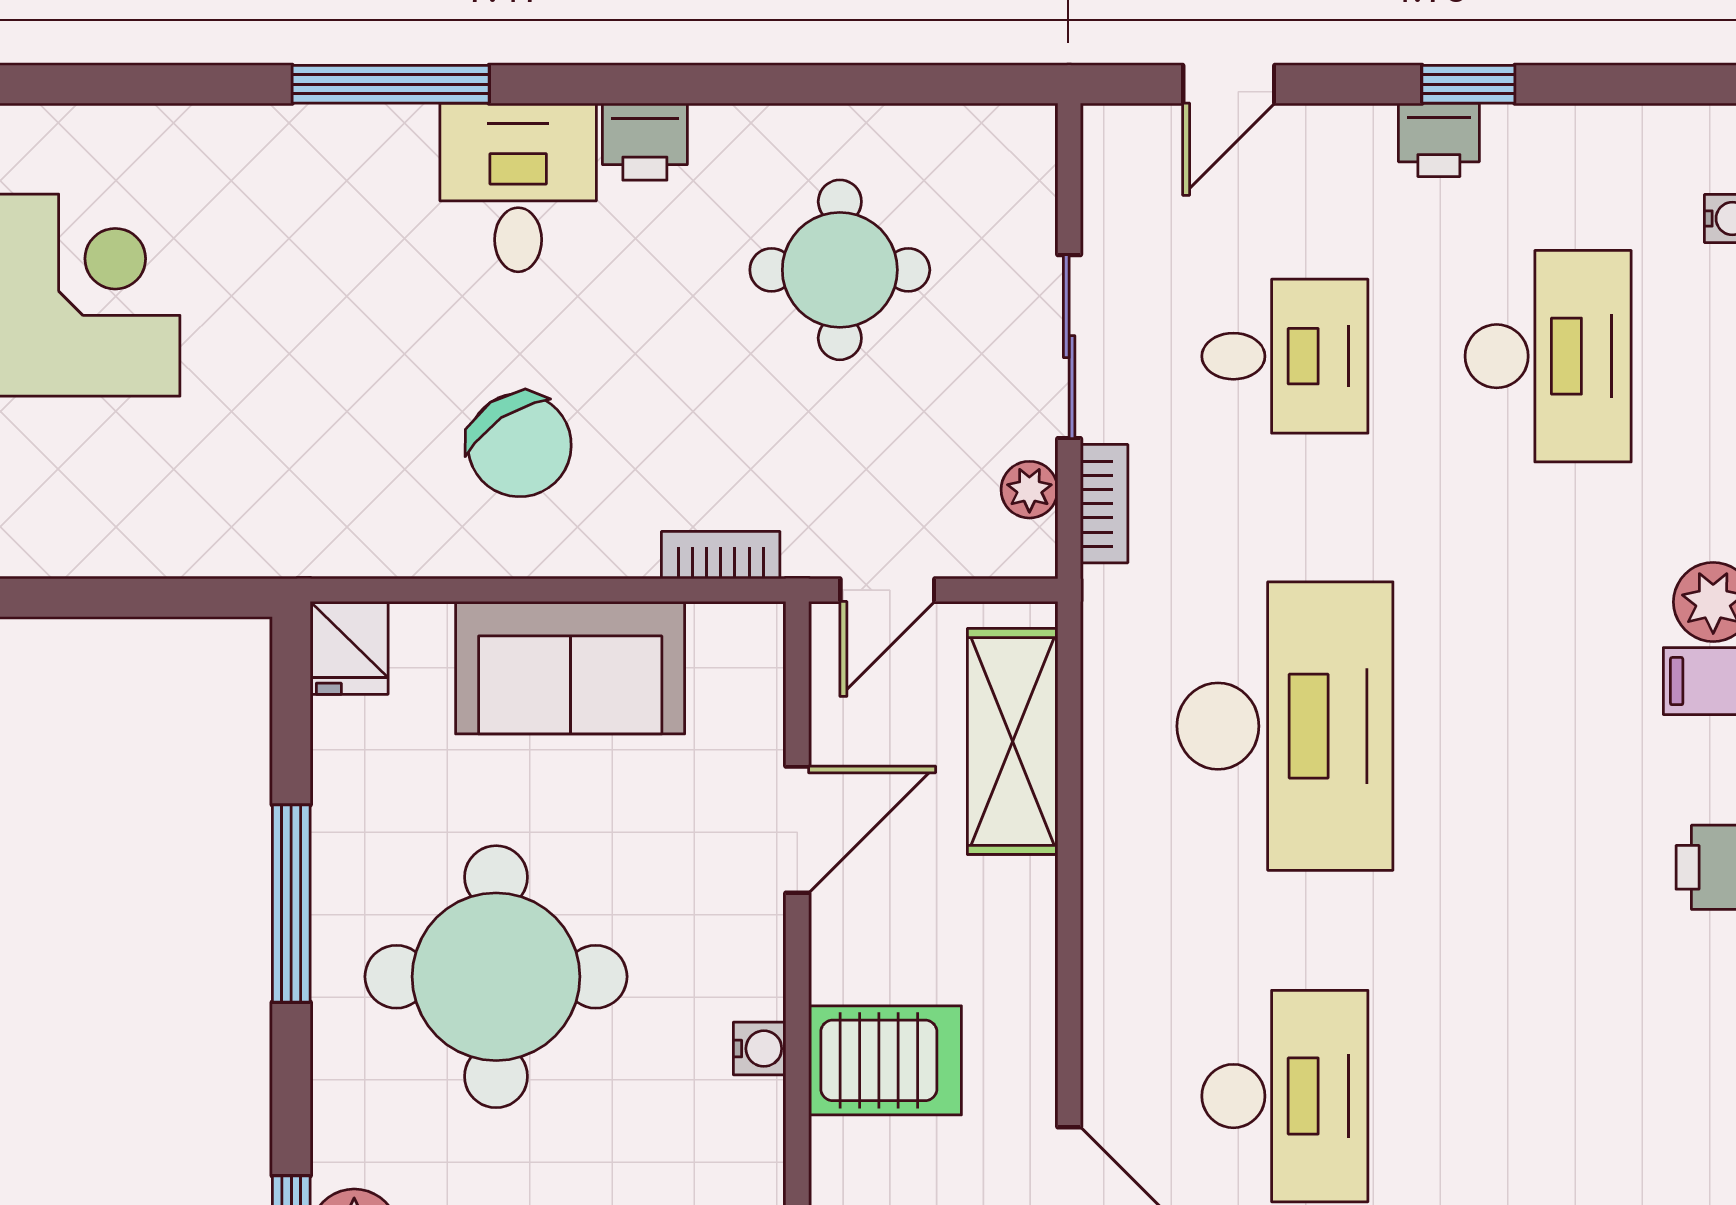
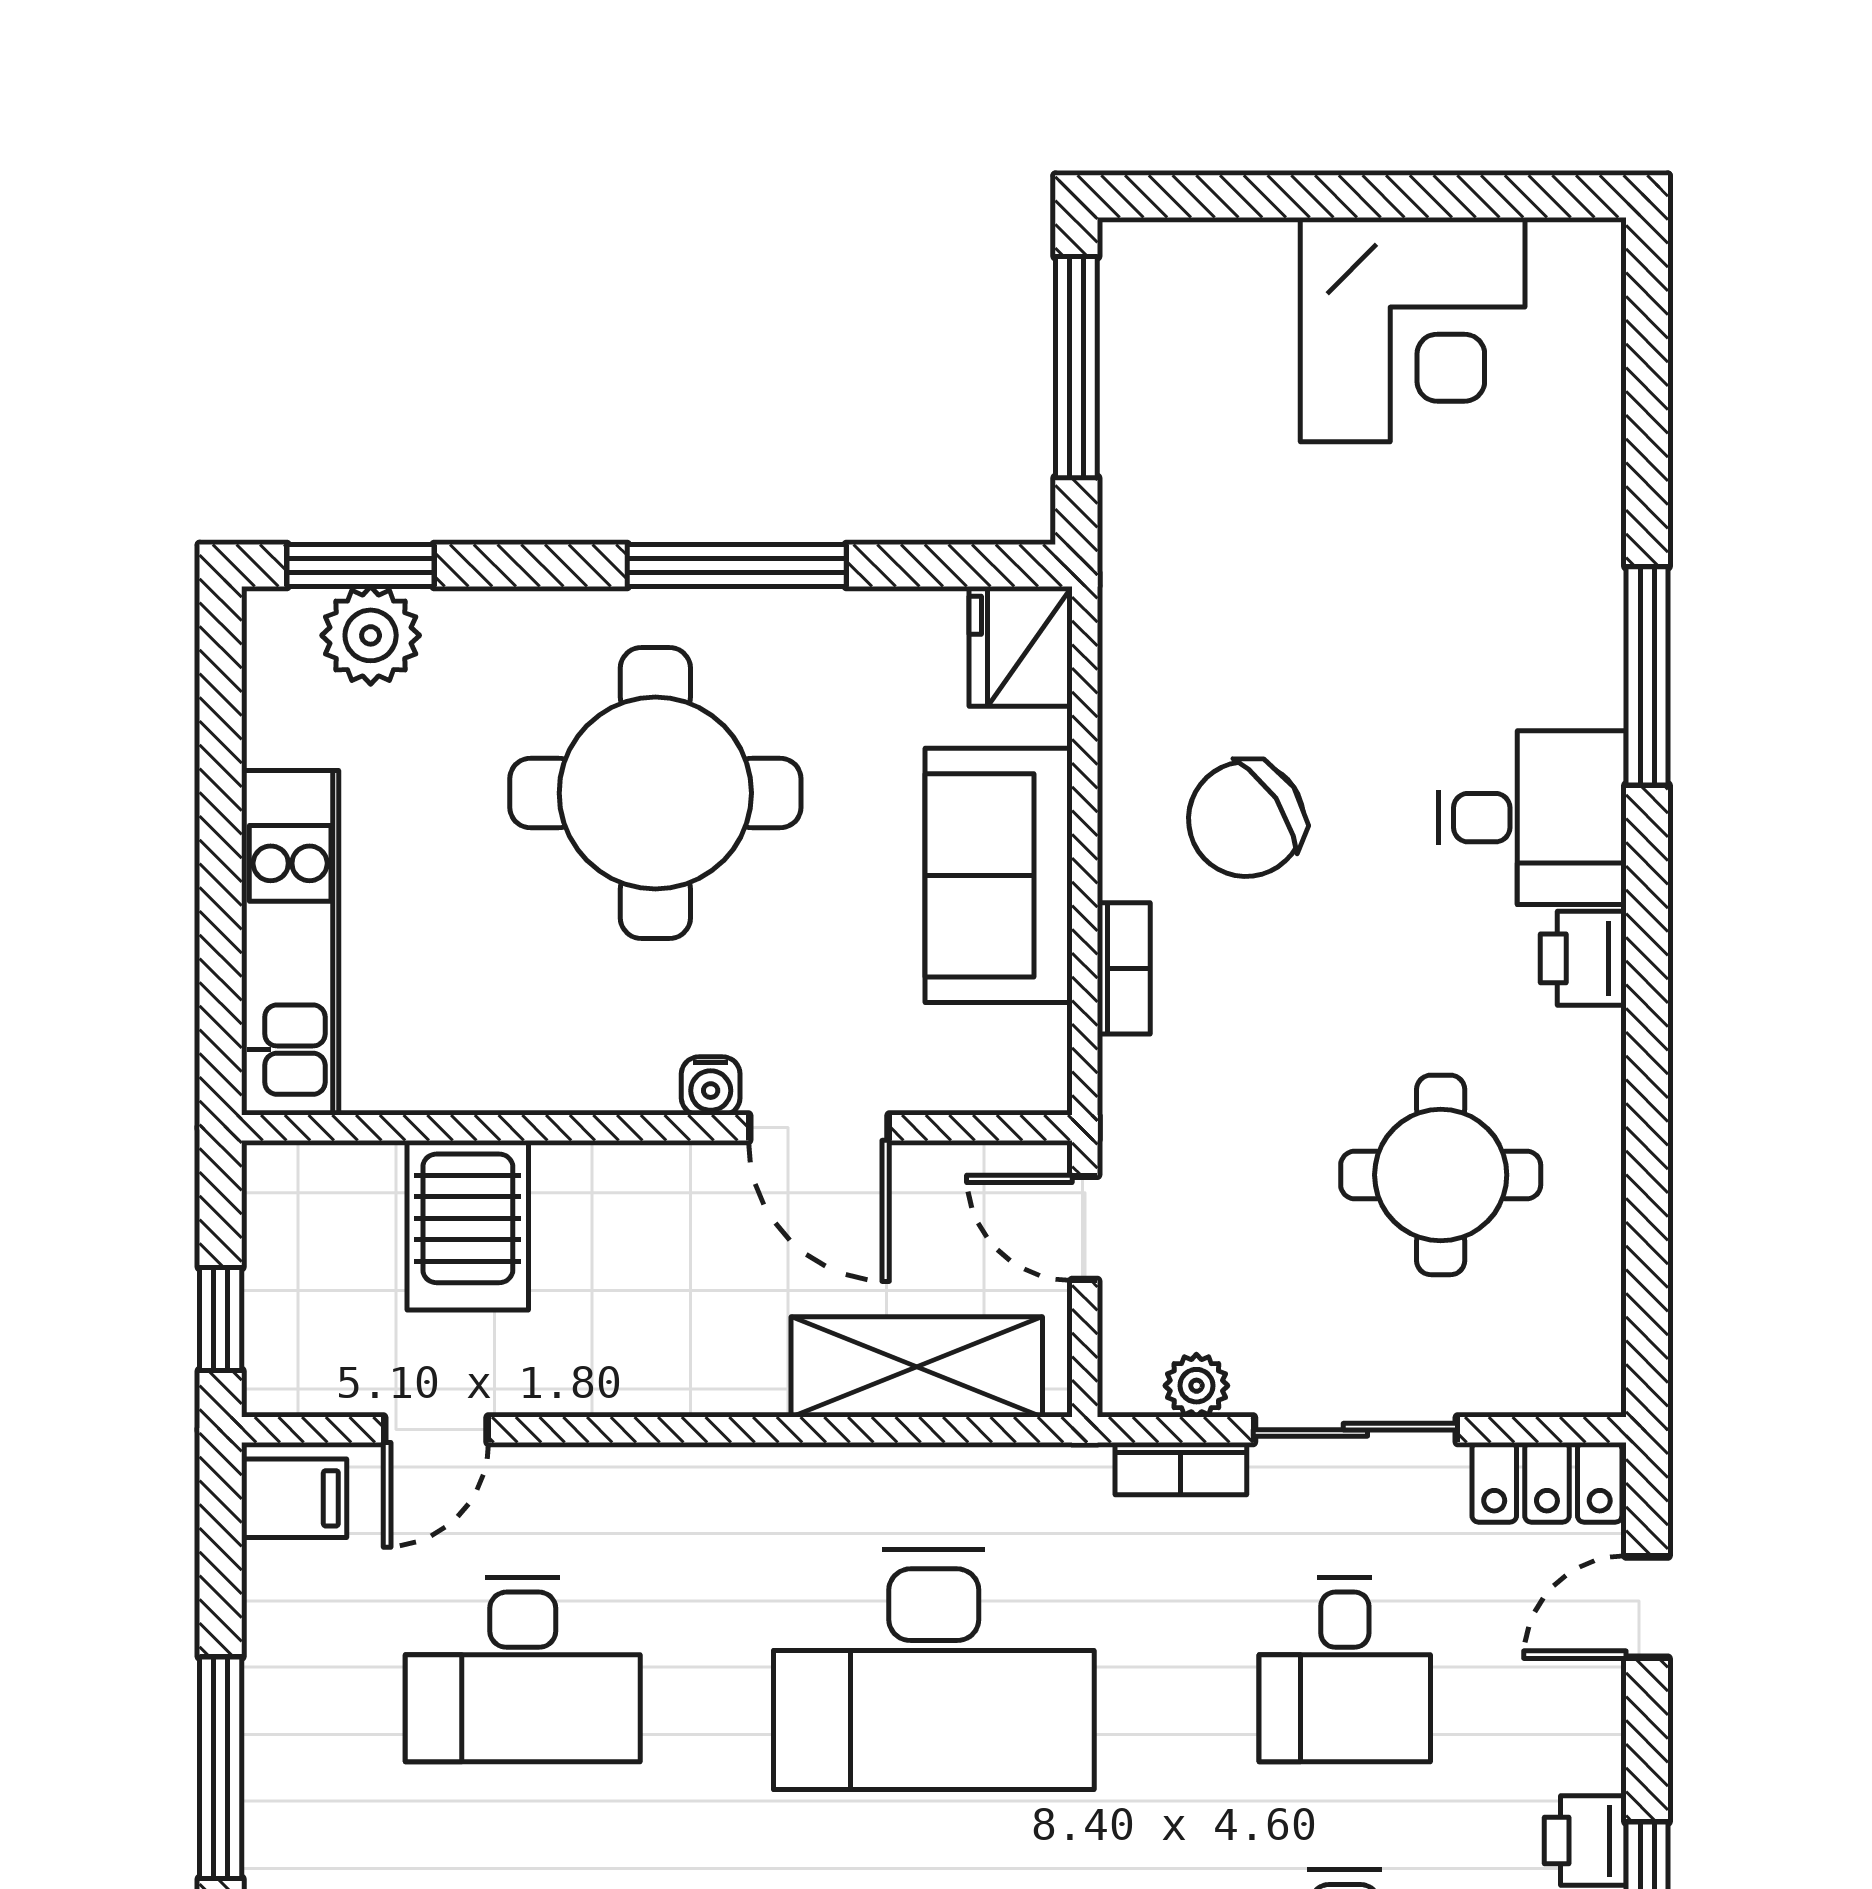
door: (1229, 84) -> (1647, 1607), hinge flipped
locker: (1116, 174) -> (1547, 1482), added
bookcase: (721, 555) -> (1124, 968), moved
window: (113, 598) -> (1076, 367), added
fridge: (349, 648) -> (1021, 646), width x1.38
water cooler: (760, 1049) -> (711, 1086), moved
server rack: (885, 1060) -> (468, 1225), moved

